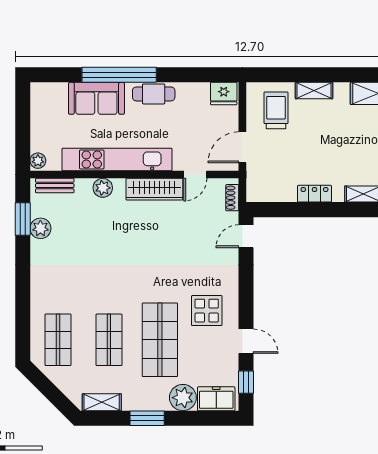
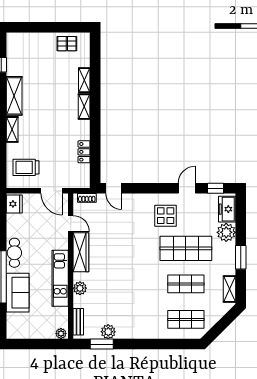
shelving: (314, 91) -> (12, 129), moved
kitchen unit: (117, 159) -> (60, 278), width x0.73
locker: (314, 194) -> (84, 152), moved

